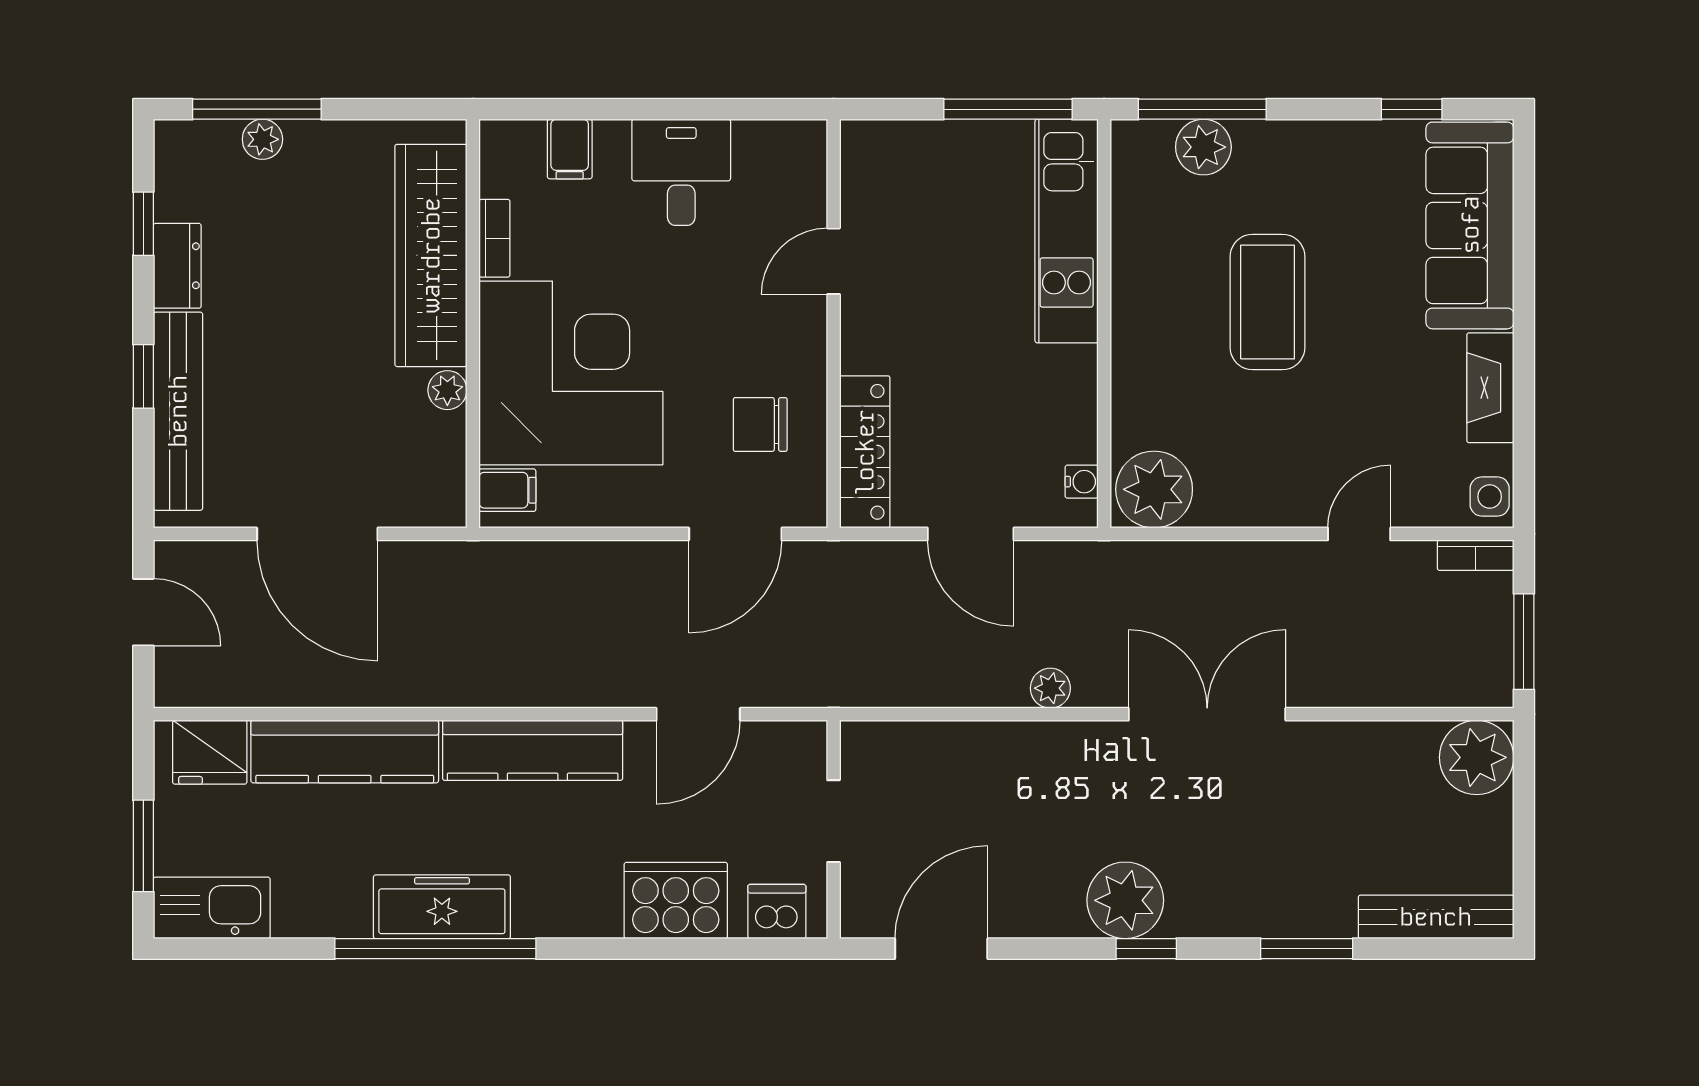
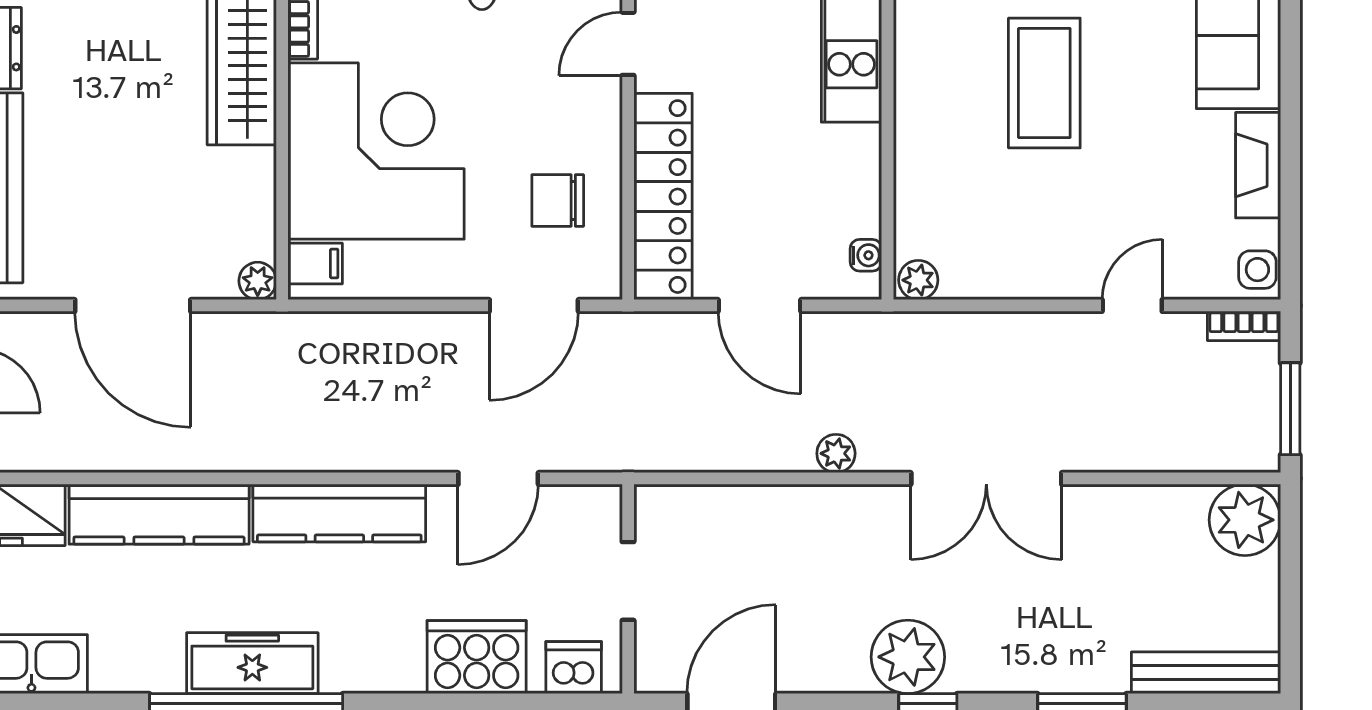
plant: (447, 390) -> (258, 281), moved
locker: (865, 452) -> (663, 197), width x1.41, depth x1.21
plant: (1154, 489) -> (918, 280), width x0.53, depth x0.53
double door: (1207, 714) -> (986, 478), swing flipped

